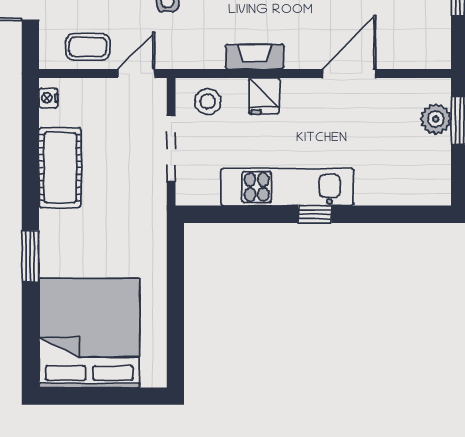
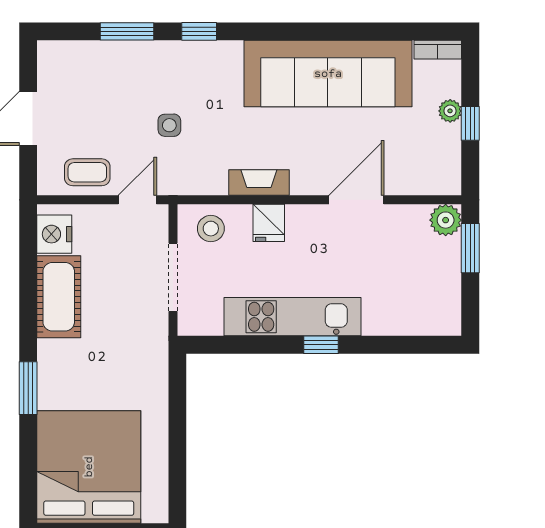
nightstand: (48, 98) -> (54, 234), width x1.89, depth x1.79
plant: (436, 119) -> (446, 220), moved

